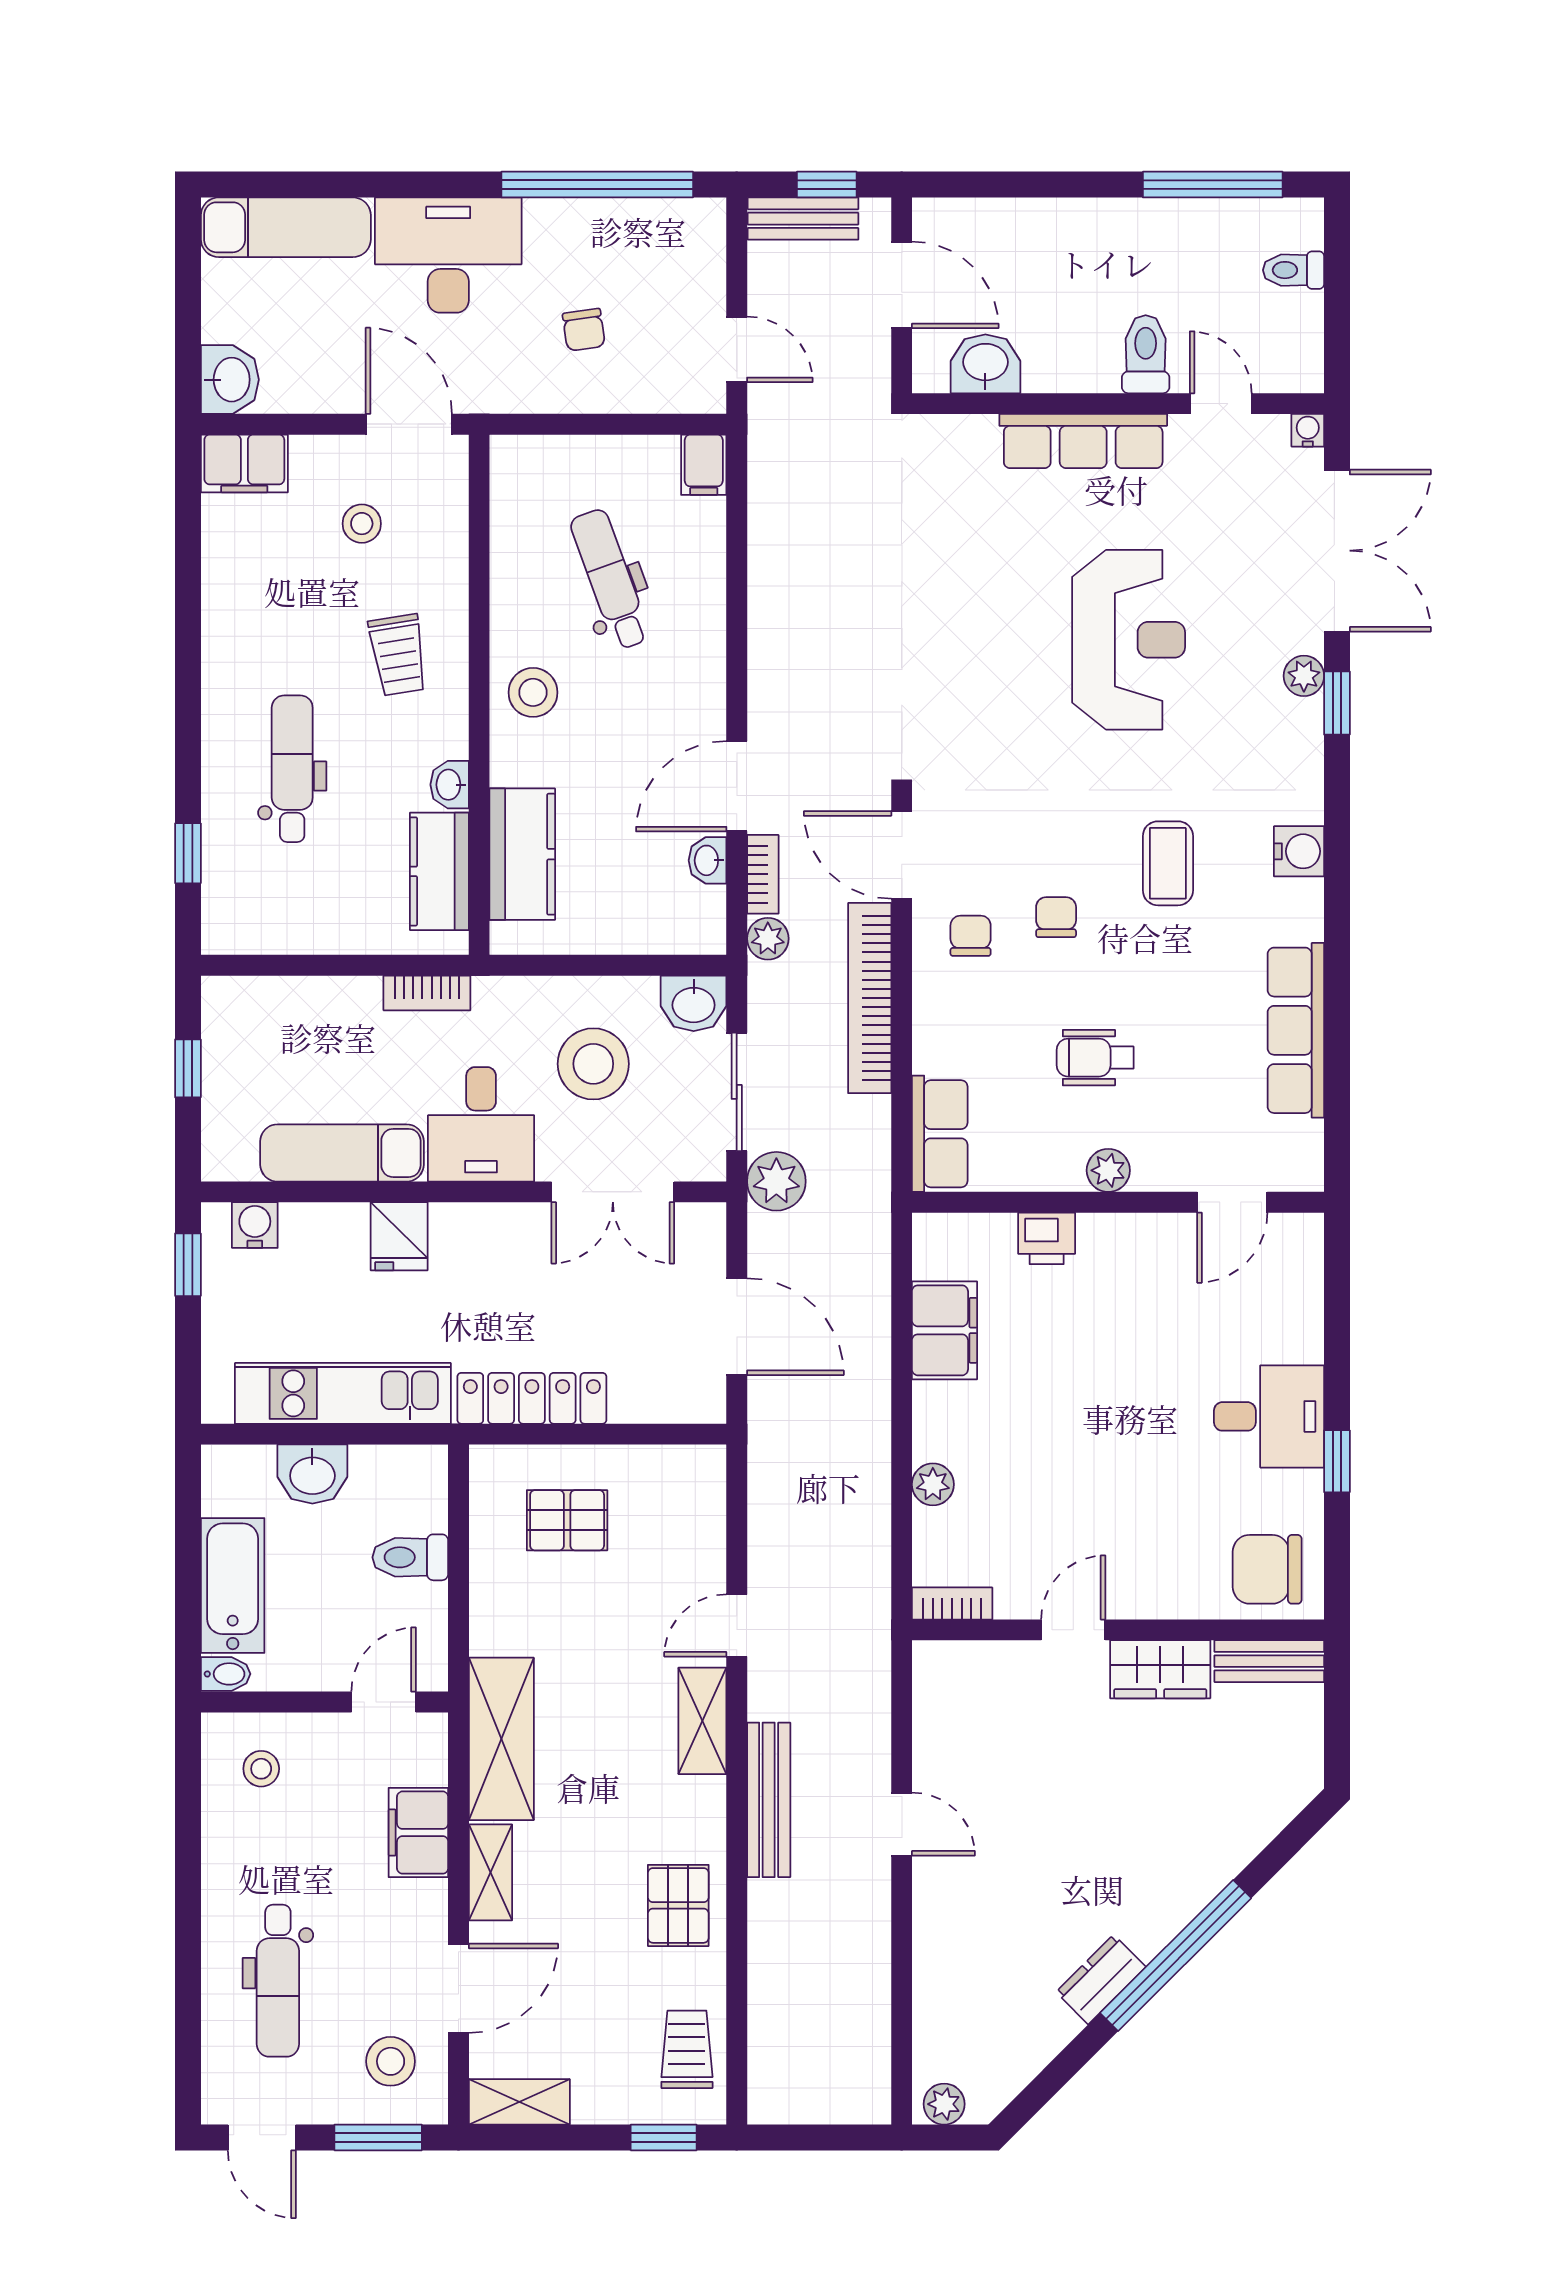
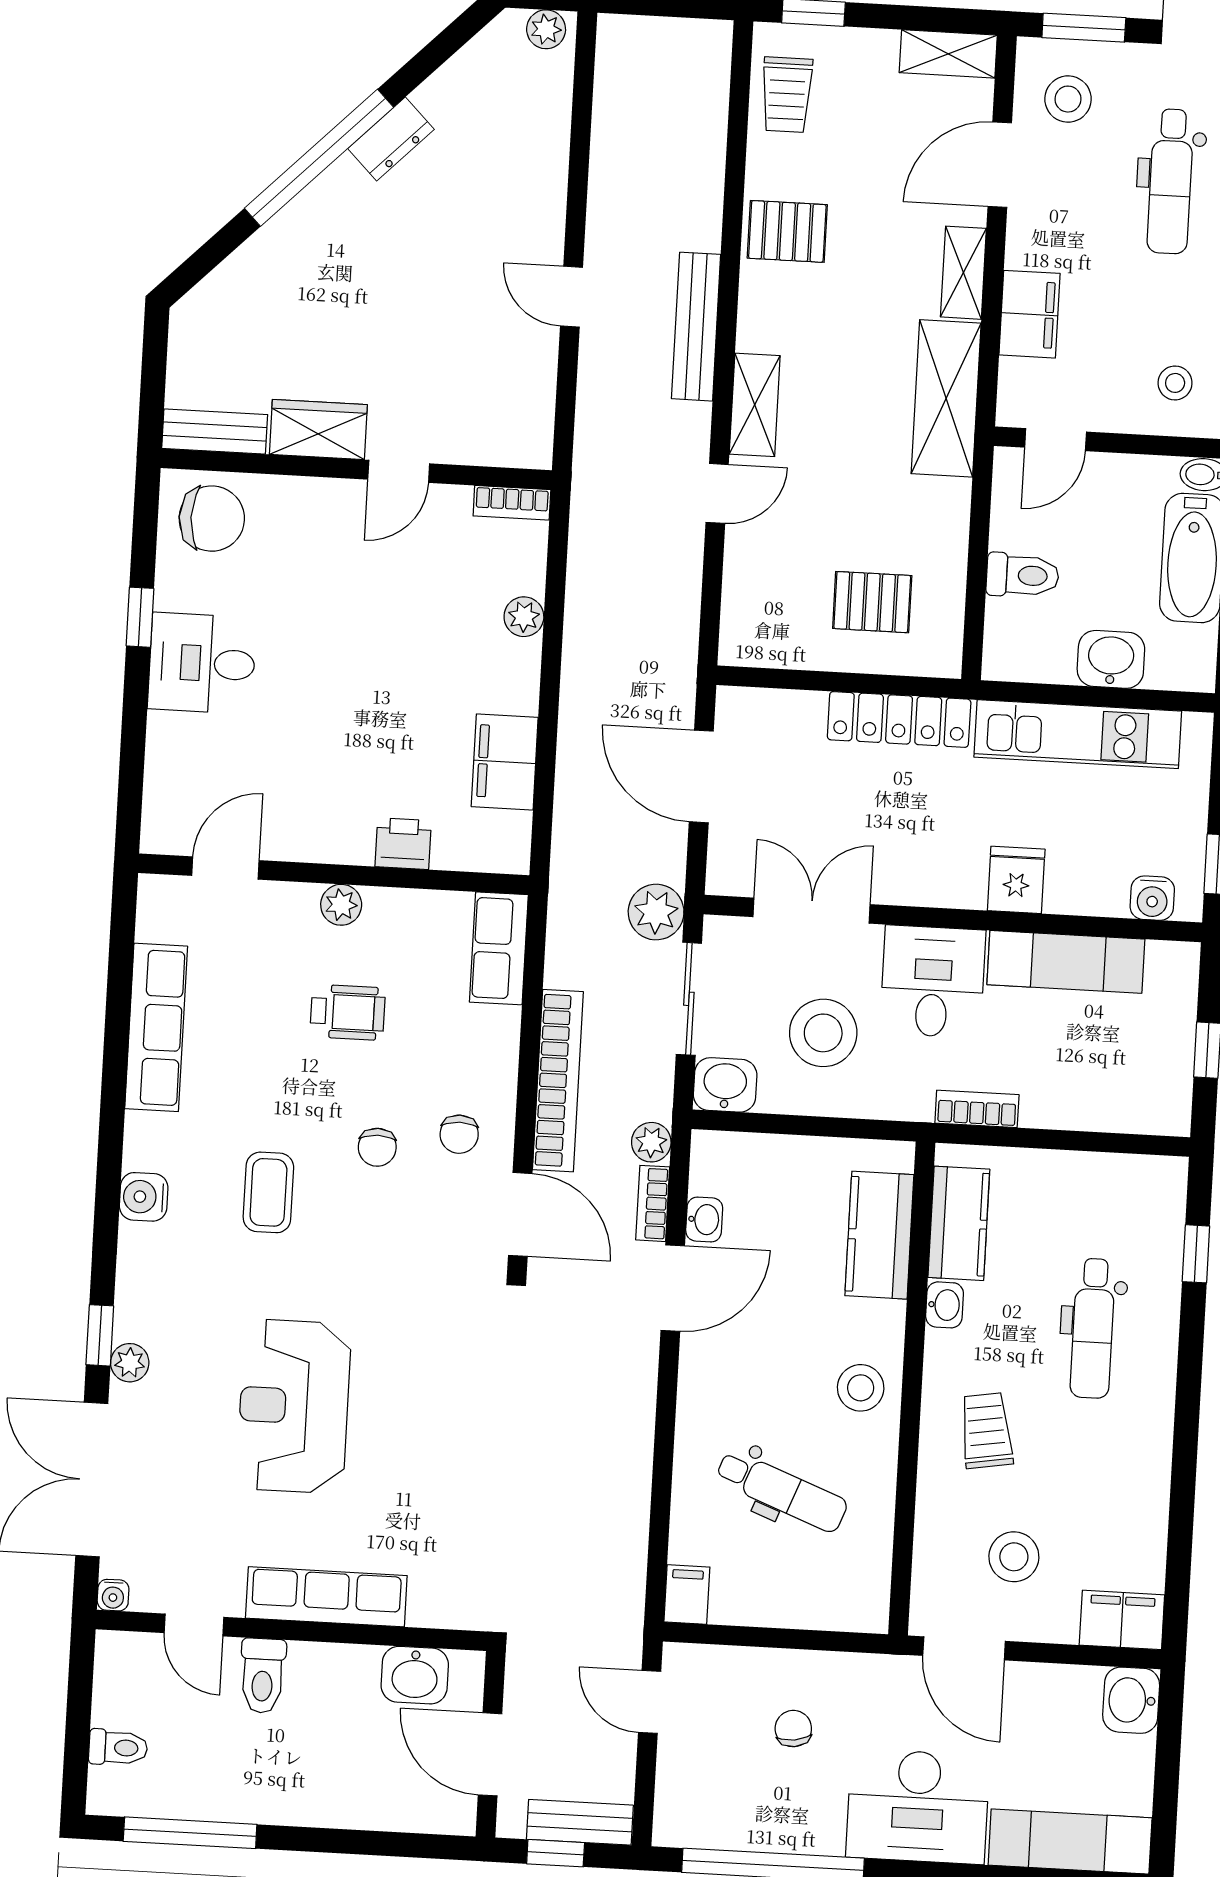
stool: (362, 524) -> (1014, 1557), width x1.37, depth x1.37
dental chair: (610, 579) -> (782, 1491), turned -49
pallet: (678, 1905) -> (787, 231), turned 90
dental chair: (278, 1981) -> (1170, 181), turned 180

